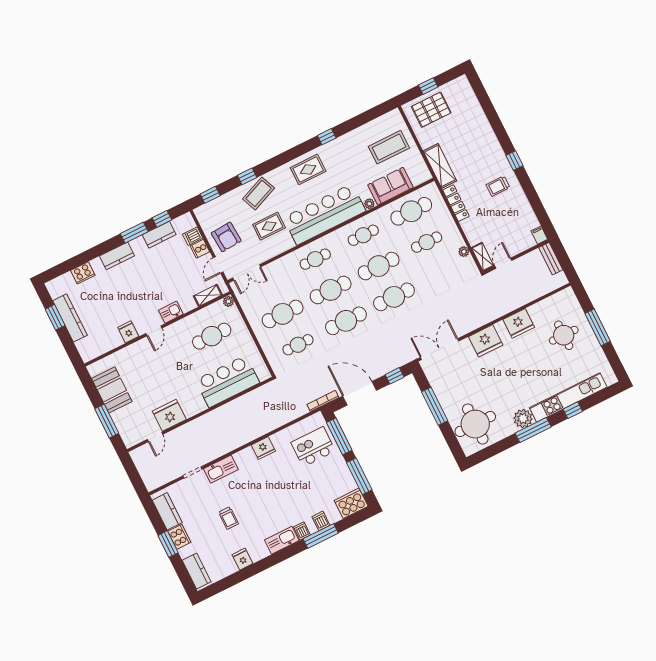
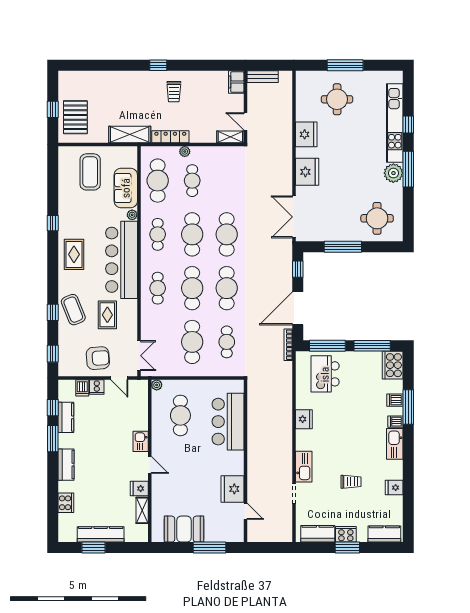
filing cabinet: (539, 235) -> (236, 82), width x2.00
plant: (464, 252) -> (185, 152), moved
shelving: (208, 295) -> (142, 510), moved
round table: (475, 424) -> (377, 218), width x0.73, depth x0.73

